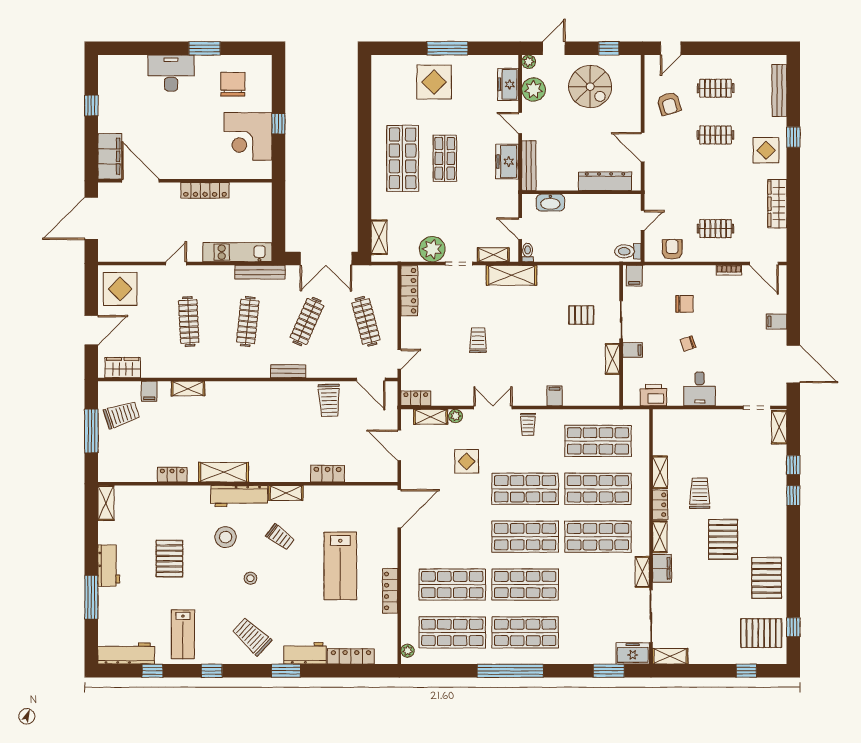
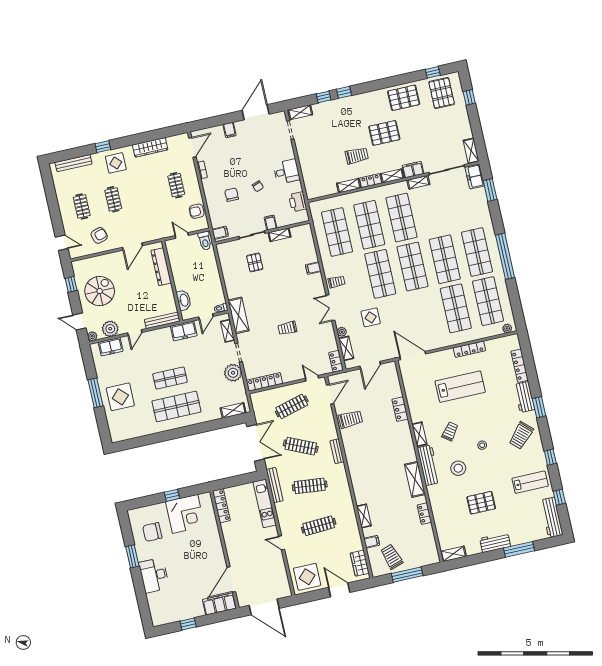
freezer: (507, 162) -> (184, 331), moved
locker: (205, 190) -> (221, 506), moved
trolley: (700, 493) -> (357, 156), turned 180

